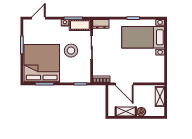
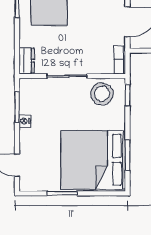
cot: (80, 25) -> (29, 96), removed
stool: (71, 51) -> (102, 94), moved

